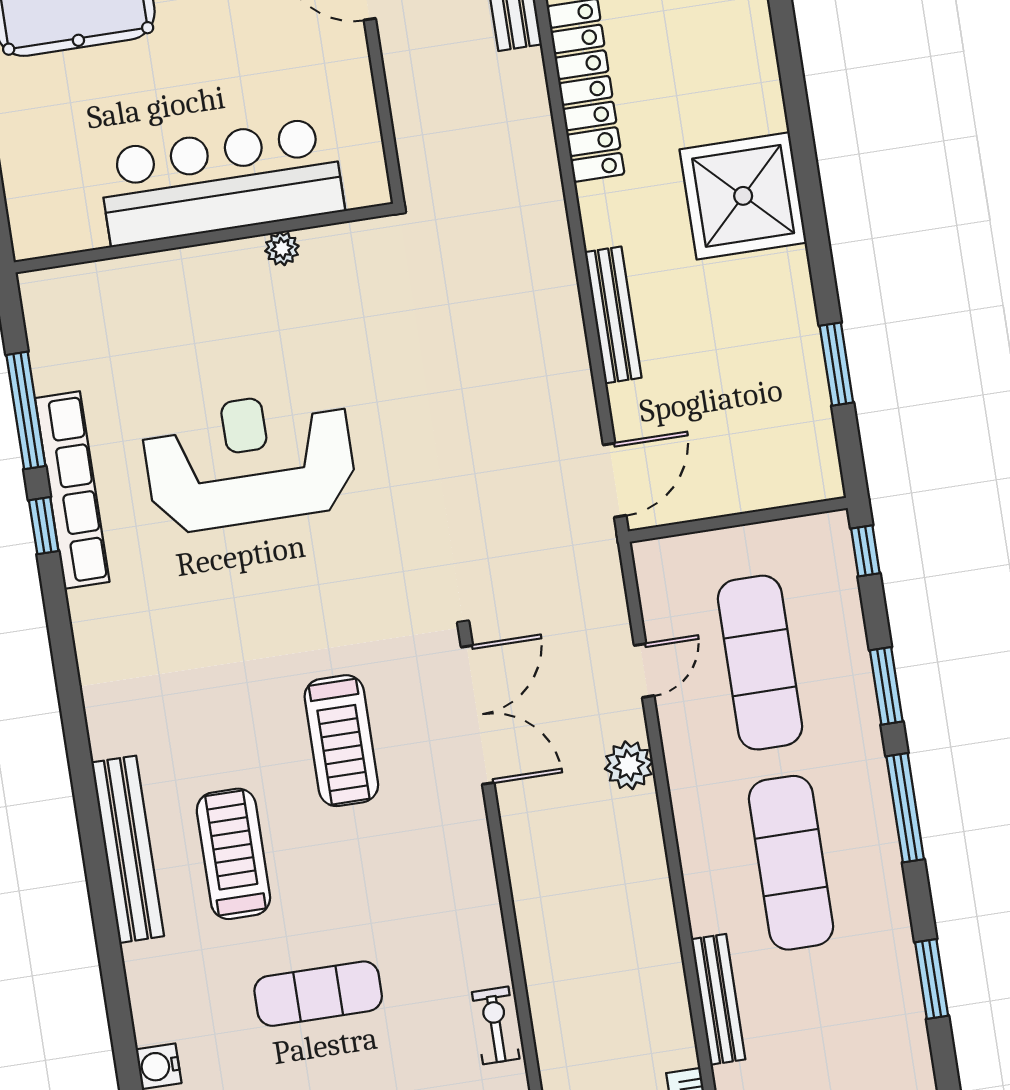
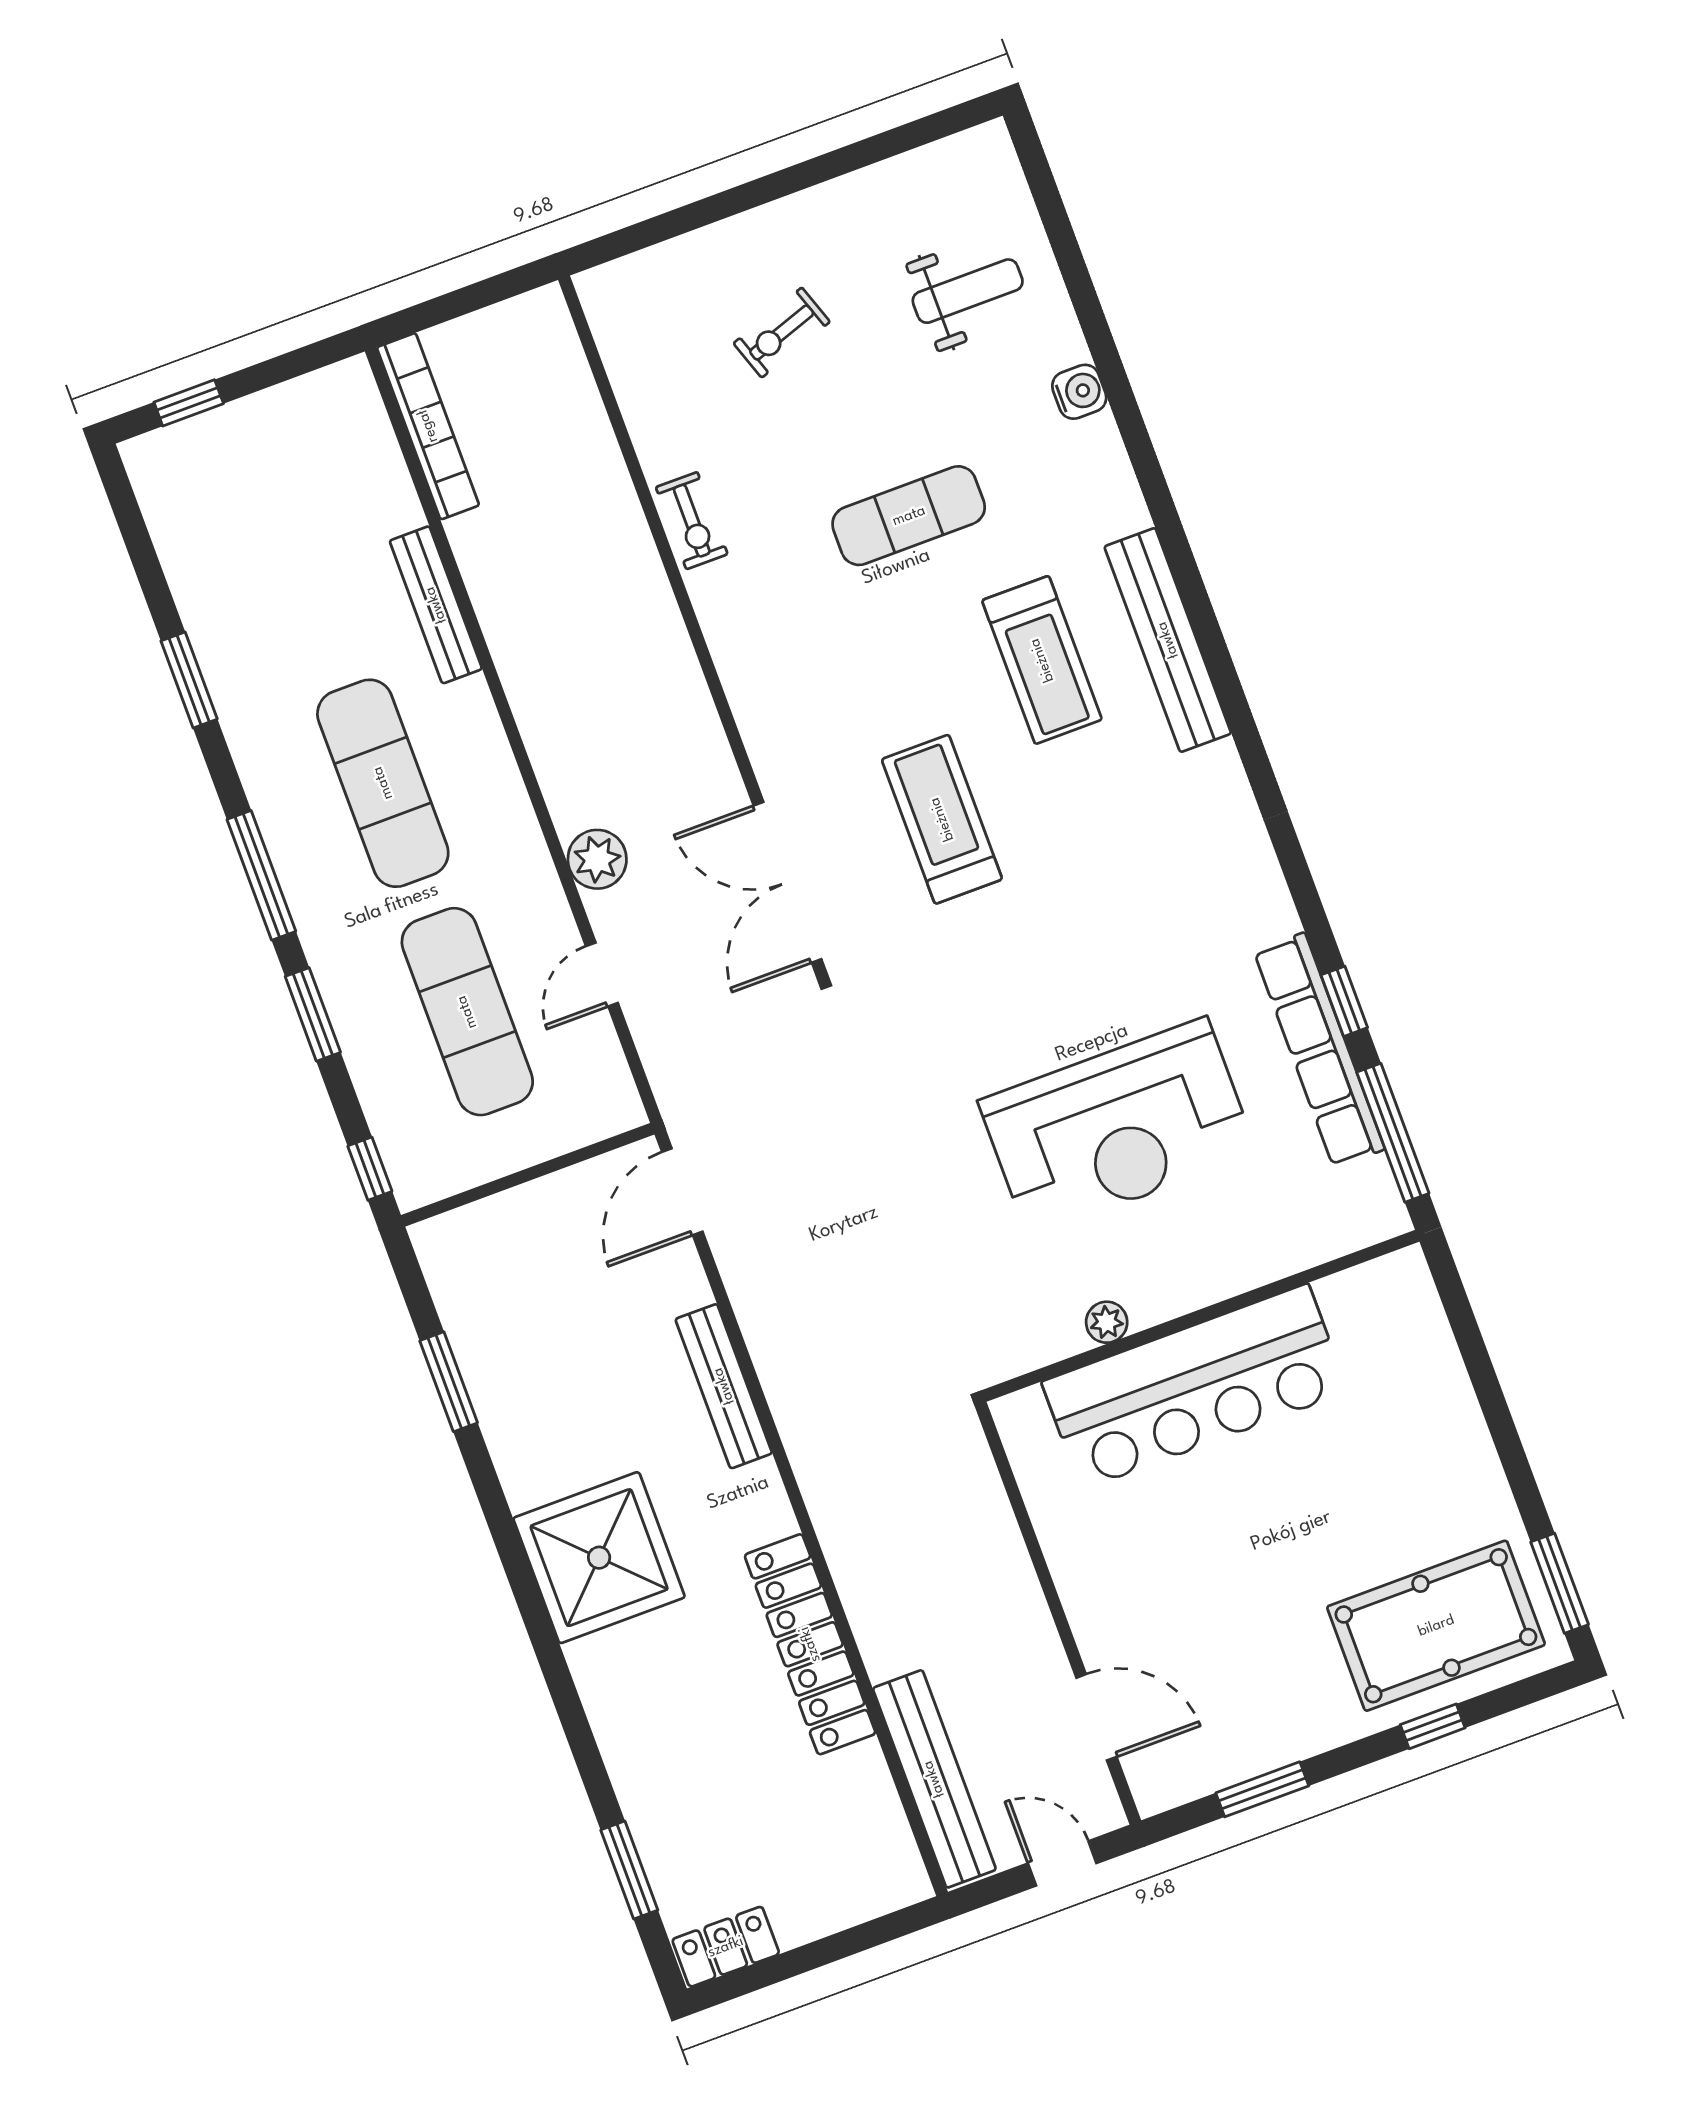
bar counter: (221, 181) -> (1195, 1387), moved
wall: (204, 238) -> (1201, 1316), moved
plant: (282, 248) -> (1107, 1322), moved

